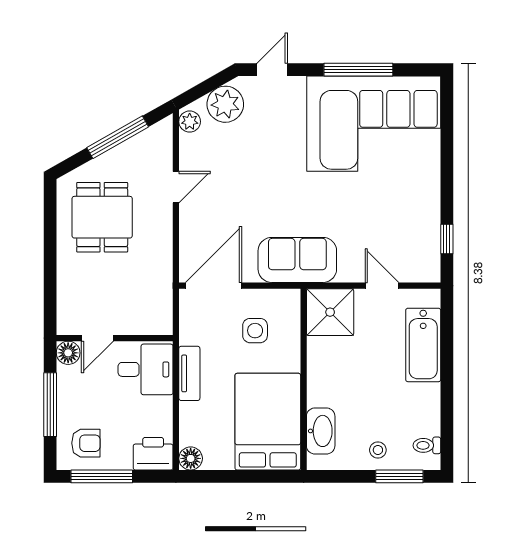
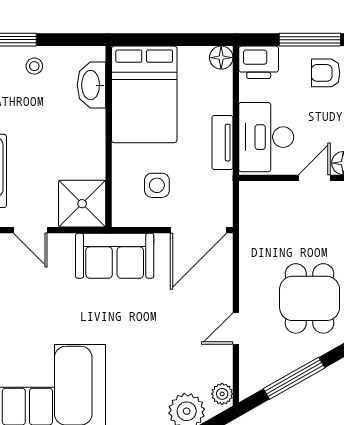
desk: (146, 369) -> (266, 137), width x1.37

